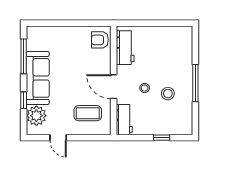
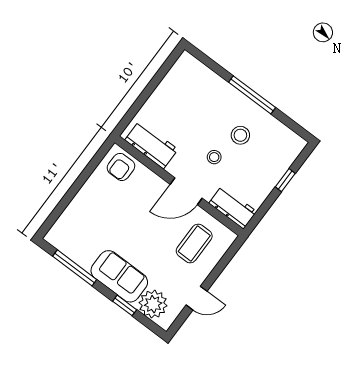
sofa: (38, 78) -> (119, 276), width x0.73

